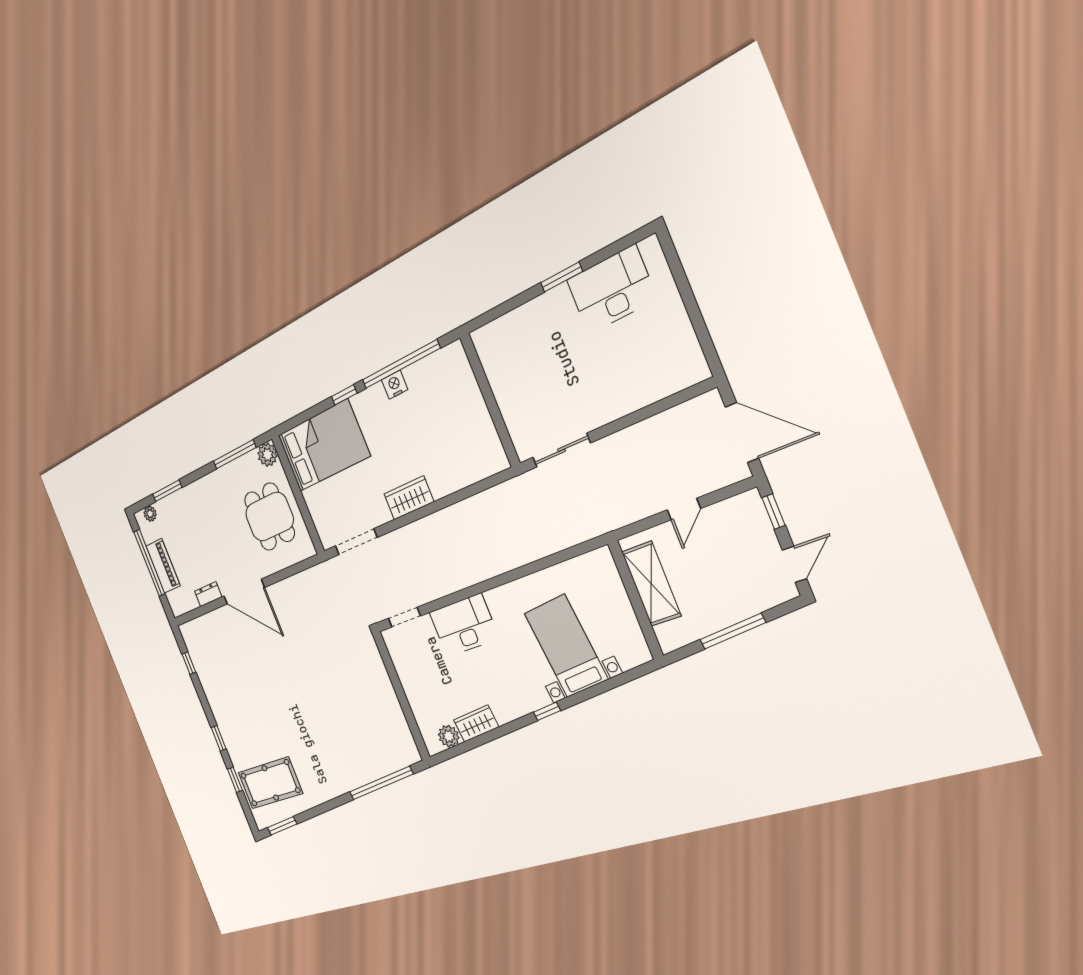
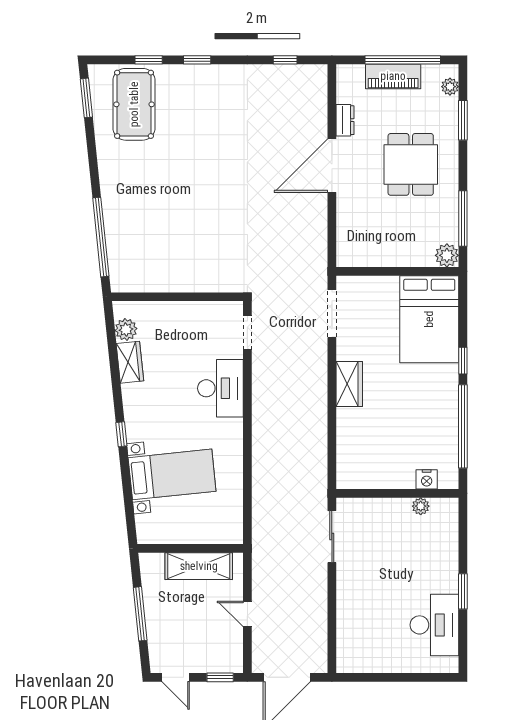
plant: (493, 369) -> (421, 506), added
nightstand: (395, 385) -> (427, 479), moved, turned 90
dining table: (269, 517) -> (411, 164), moved, turned 90

